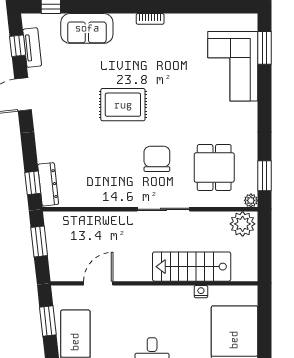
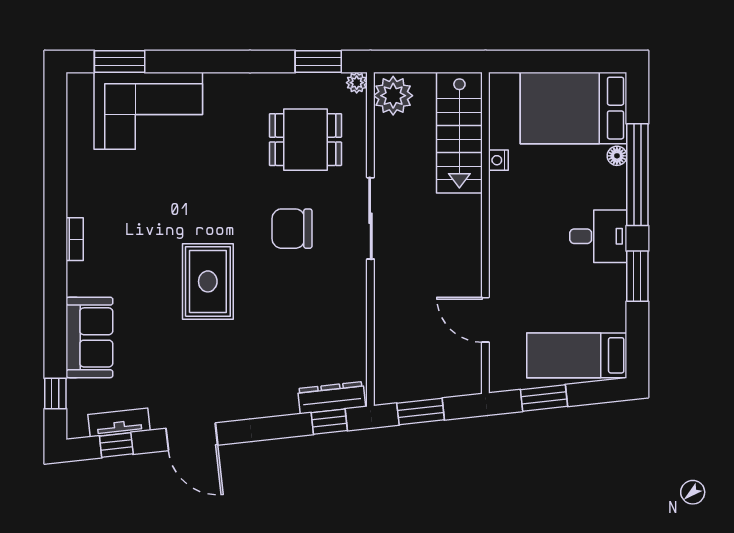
stairs: (192, 267) -> (459, 133), moved

